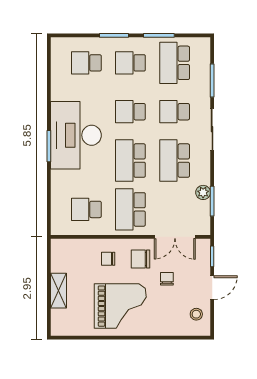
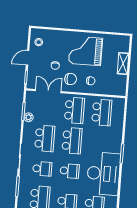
desk: (76, 135) -> (103, 174), moved
school desk: (86, 209) -> (102, 112), width x1.85

